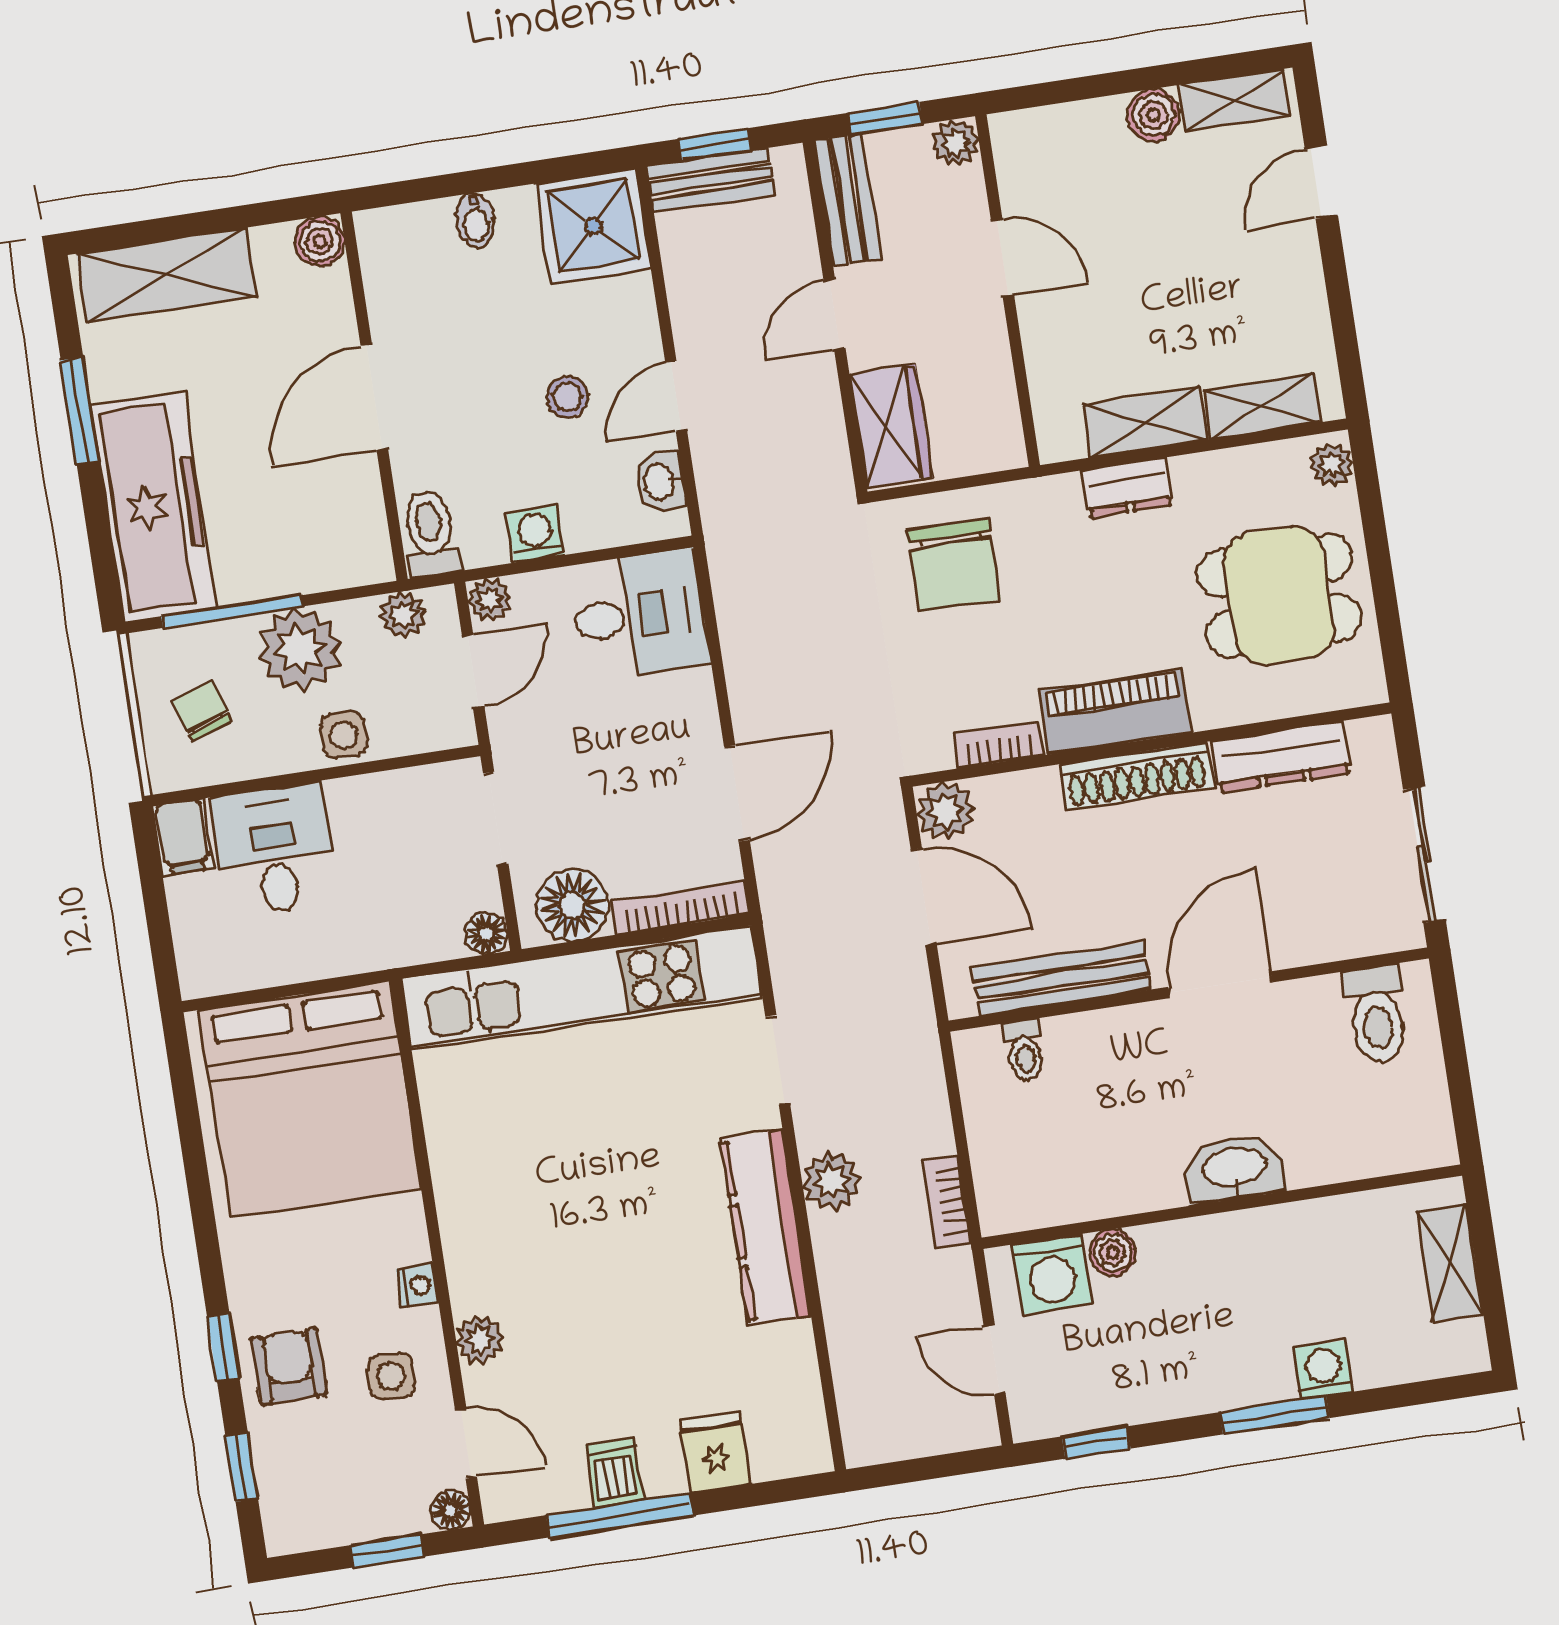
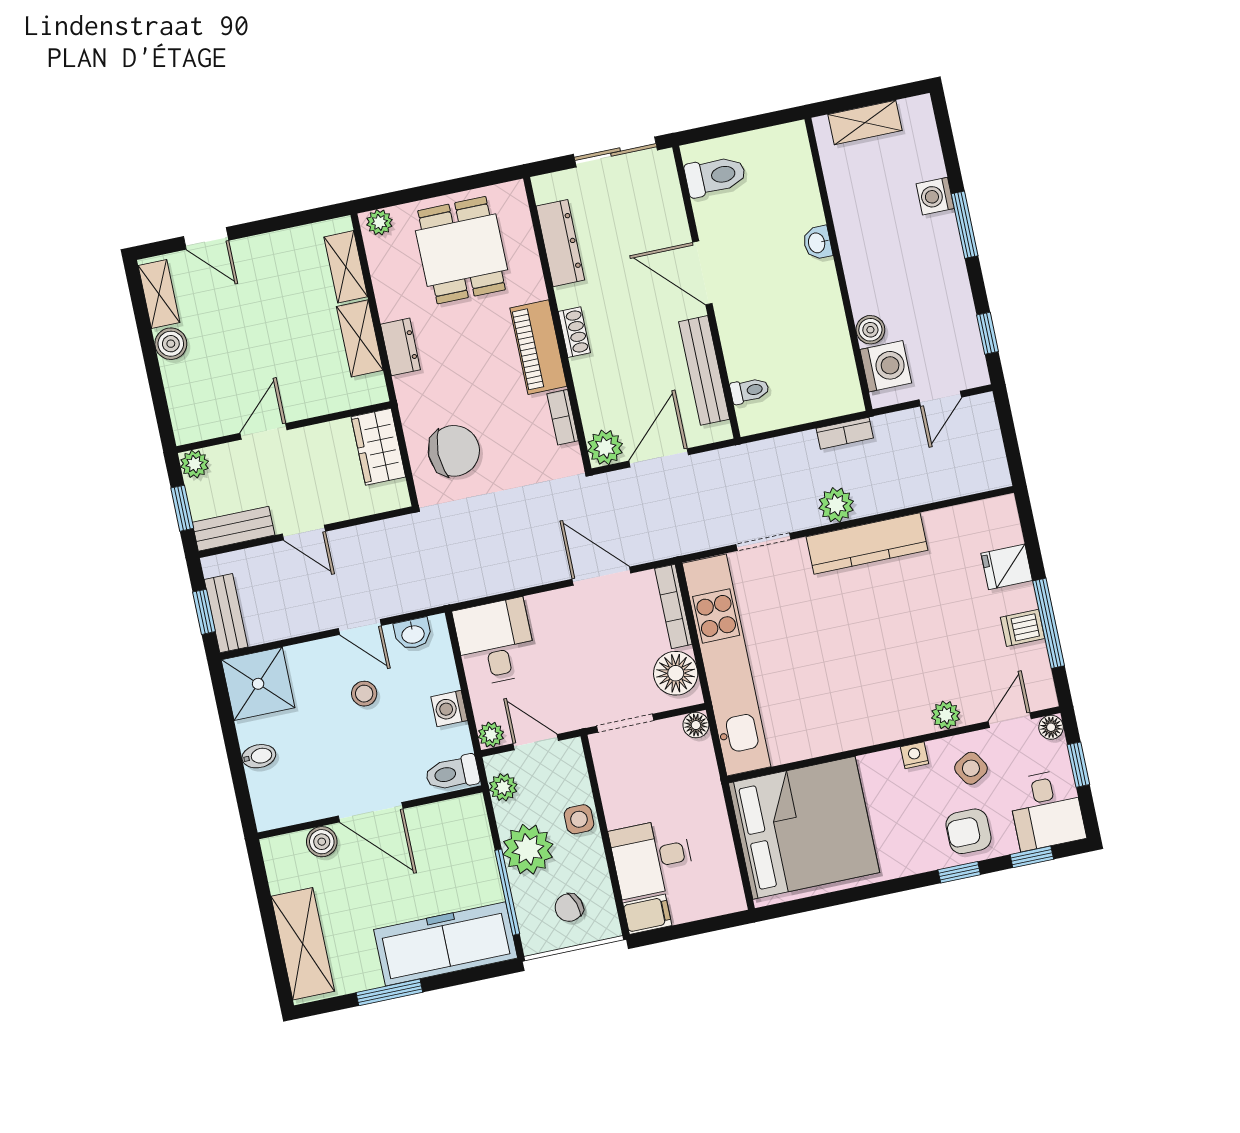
boiler: (320, 241) -> (322, 842), moved
wardrobe: (891, 426) -> (378, 447), moved, turned -90
shoe rack: (1136, 776) -> (574, 332), width x0.51, depth x0.81
washbasin: (1234, 1169) -> (817, 243), width x0.52, depth x0.69
side table: (391, 1376) -> (971, 768), turned -31
desk: (317, 1495) -> (1046, 810), added

